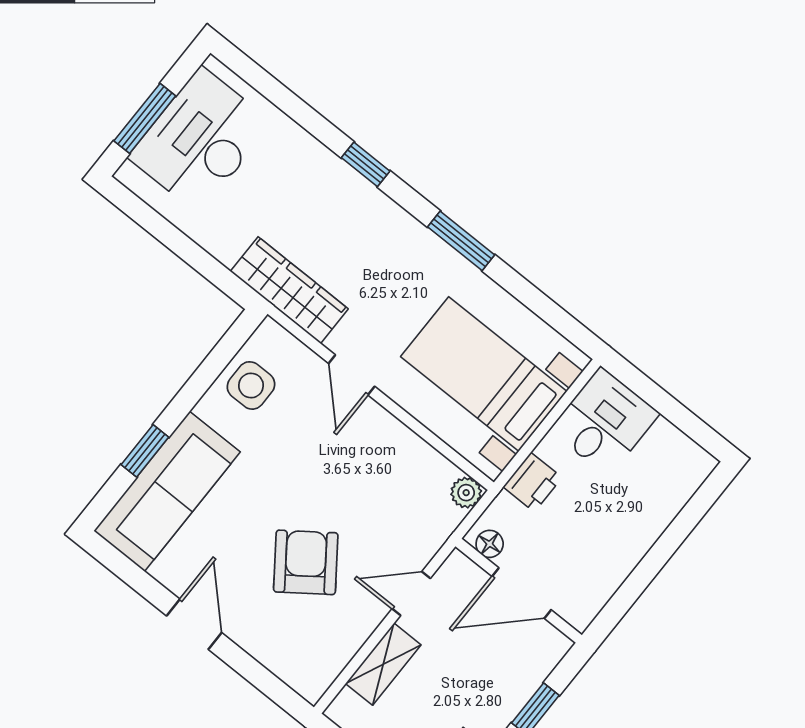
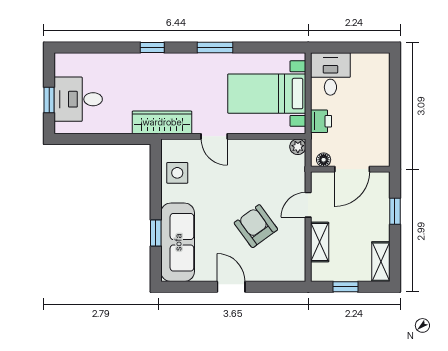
window: (145, 118) -> (49, 100), width x0.67
desk: (200, 140) -> (78, 99), width x0.73

